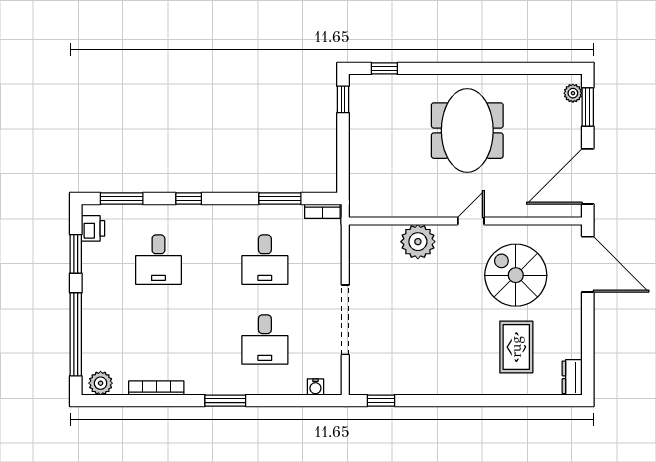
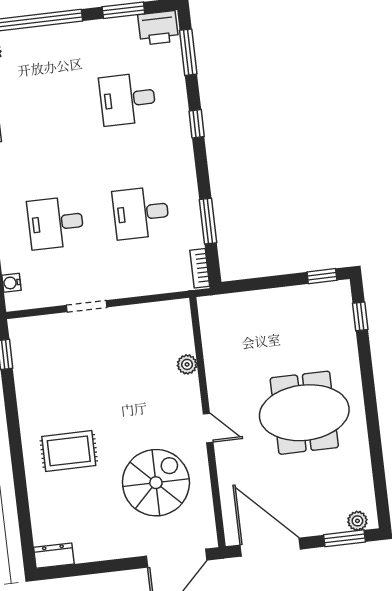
printer: (93, 228) -> (158, 28), width x1.36, depth x1.24
plant: (418, 242) -> (187, 364), width x0.53, depth x0.53
doorway: (345, 320) -> (87, 306), width x0.53
rug: (516, 347) -> (69, 451), moved

